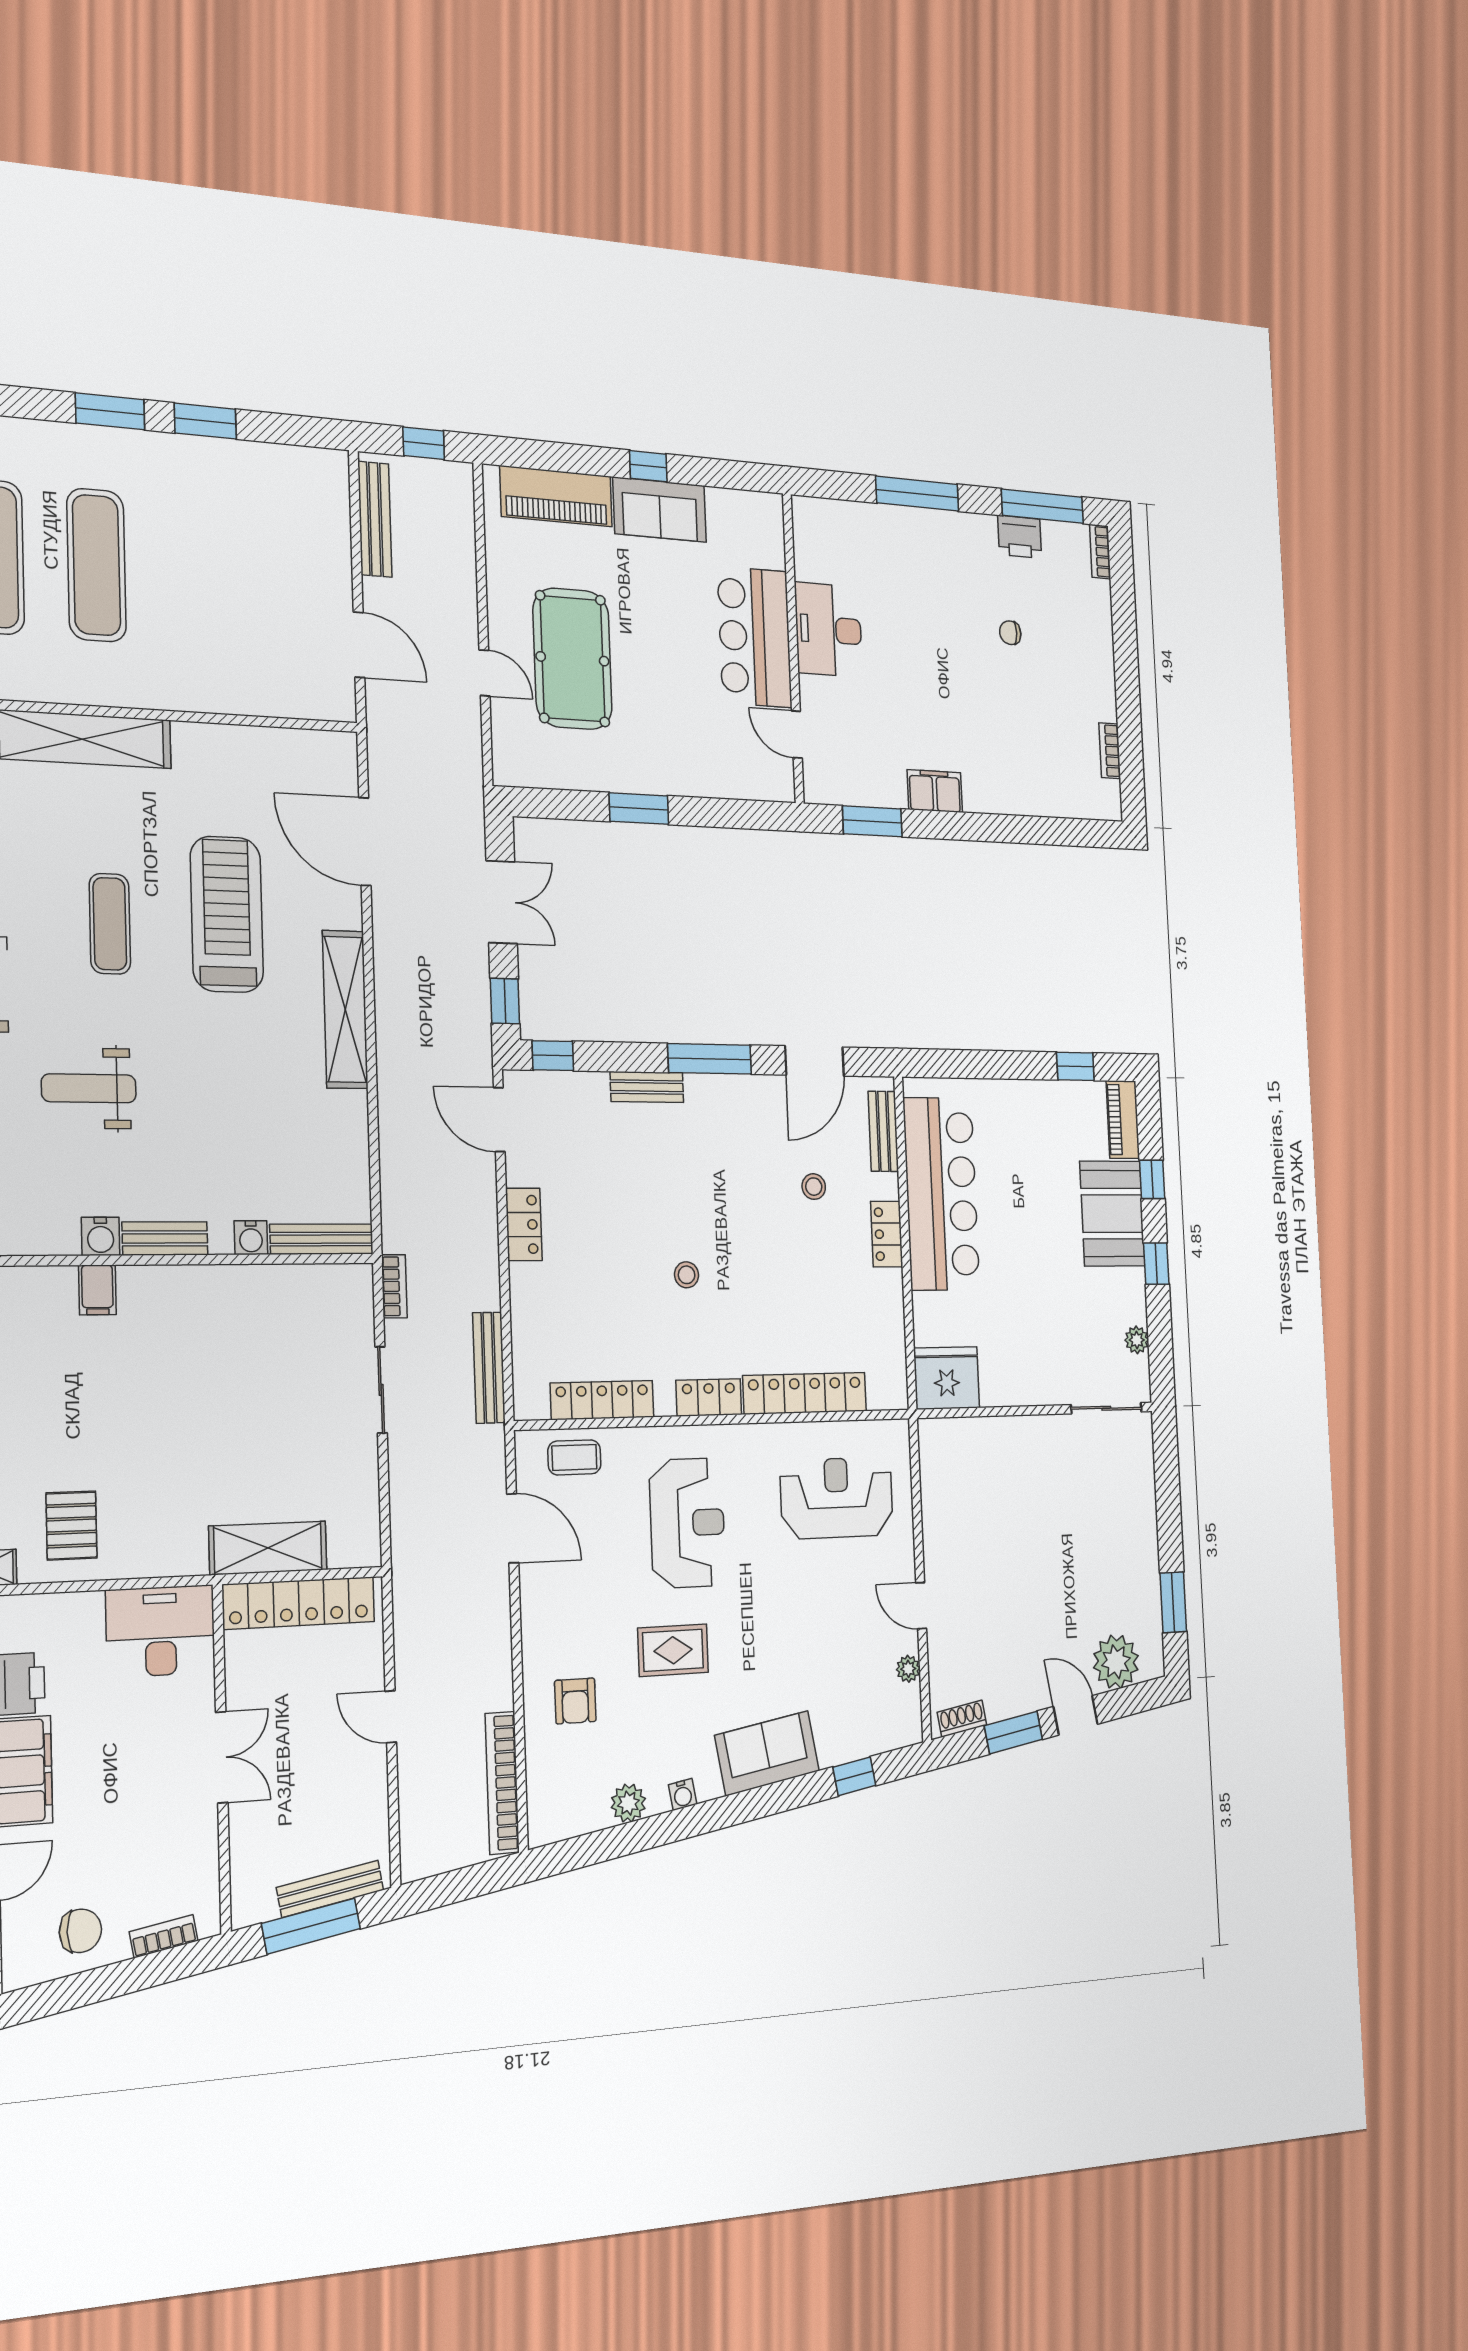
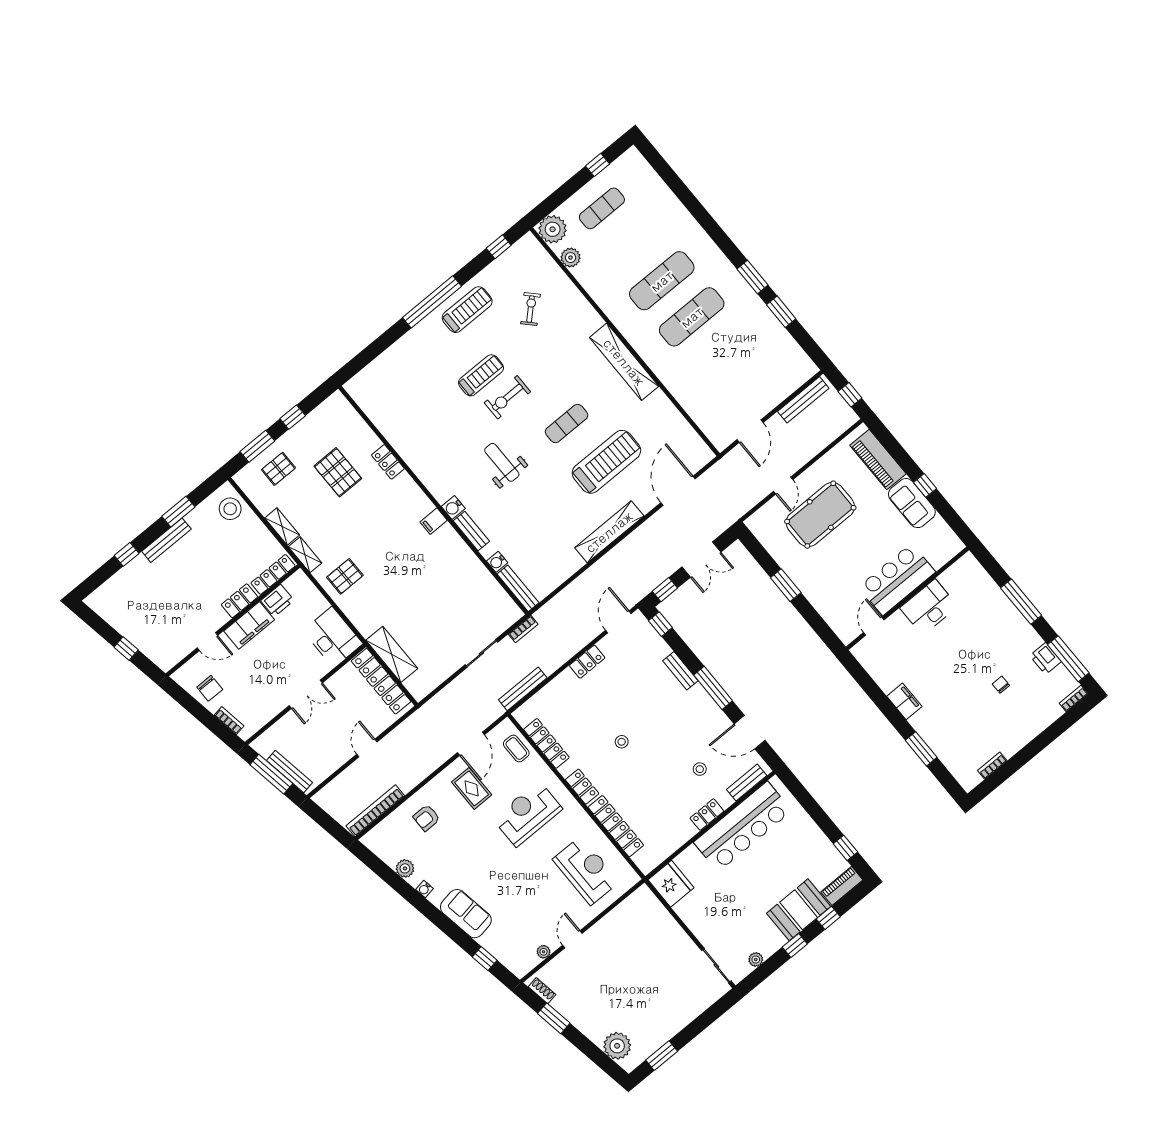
window: (872, 821) -> (921, 749), moved
reception desk: (687, 1523) -> (528, 814), turned 180
rug: (673, 1650) -> (472, 788), moved
door: (1076, 1715) -> (582, 1042), removed

